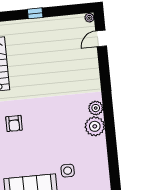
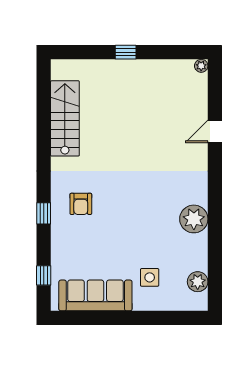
door: (101, 38) -> (215, 131), moved
plant: (96, 108) -> (198, 282), moved

